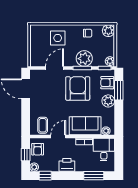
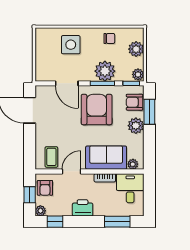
plant: (108, 31) -> (136, 49), moved
door: (55, 68) -> (67, 83), swing flipped

